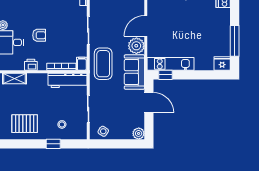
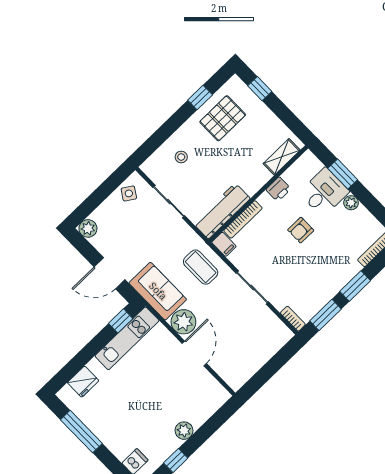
coffee table: (103, 64) -> (201, 267), width x0.73, depth x0.76
fridge: (222, 64) -> (83, 382), moved
window: (53, 144) -> (200, 98), moved

